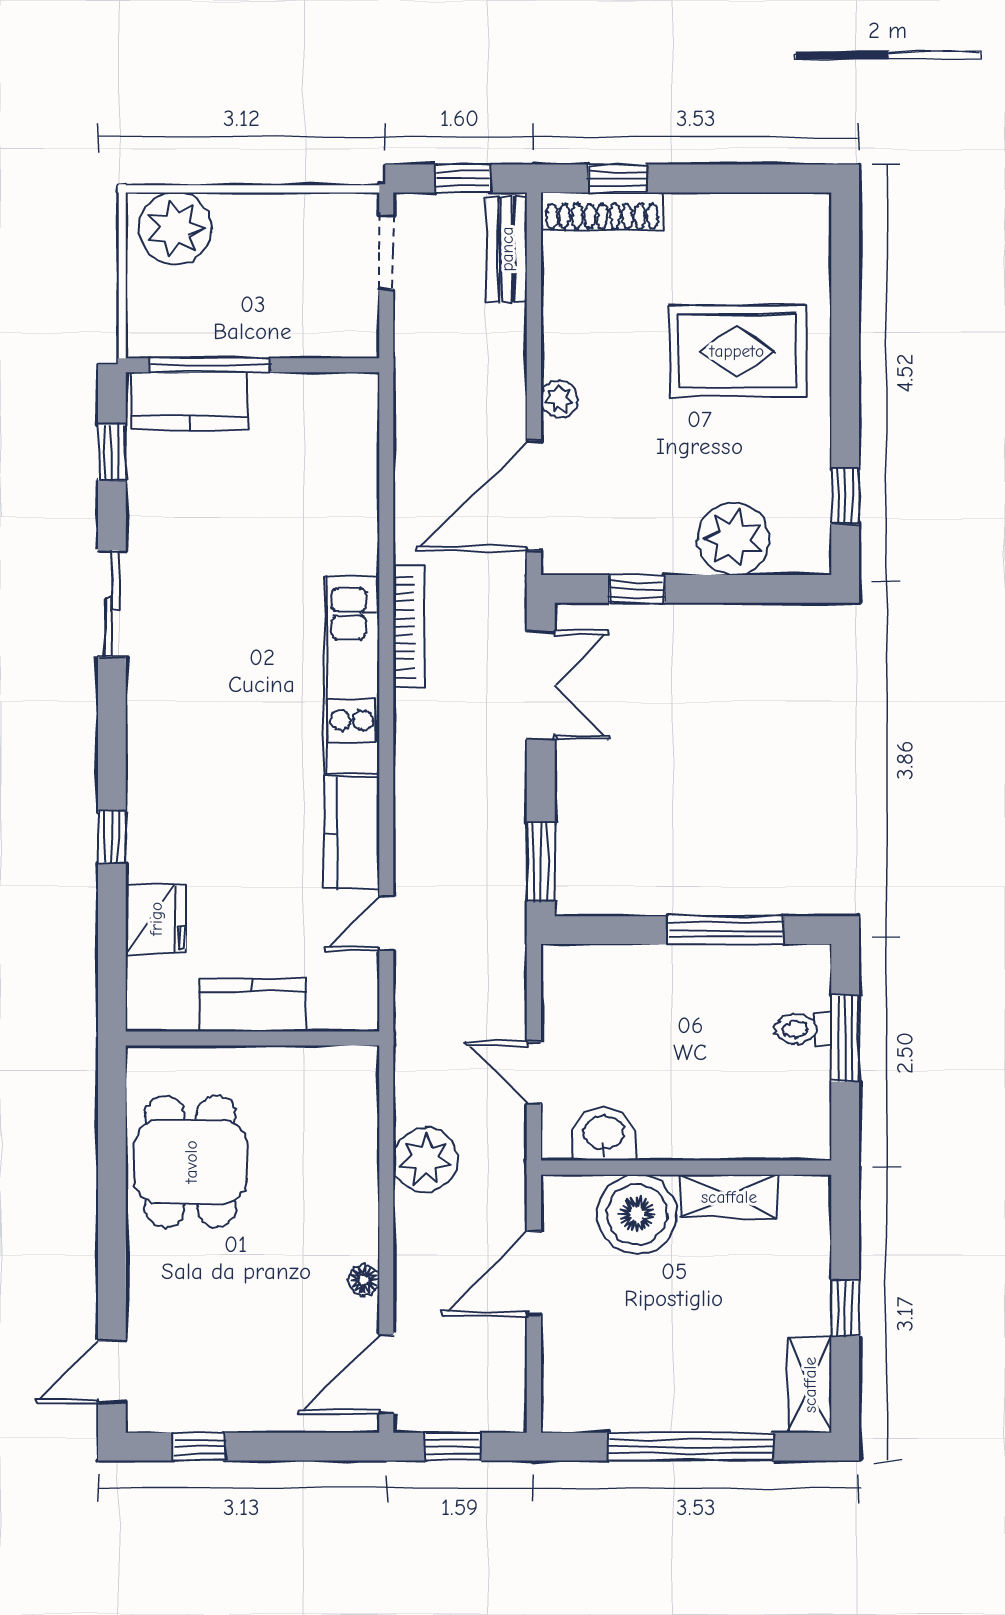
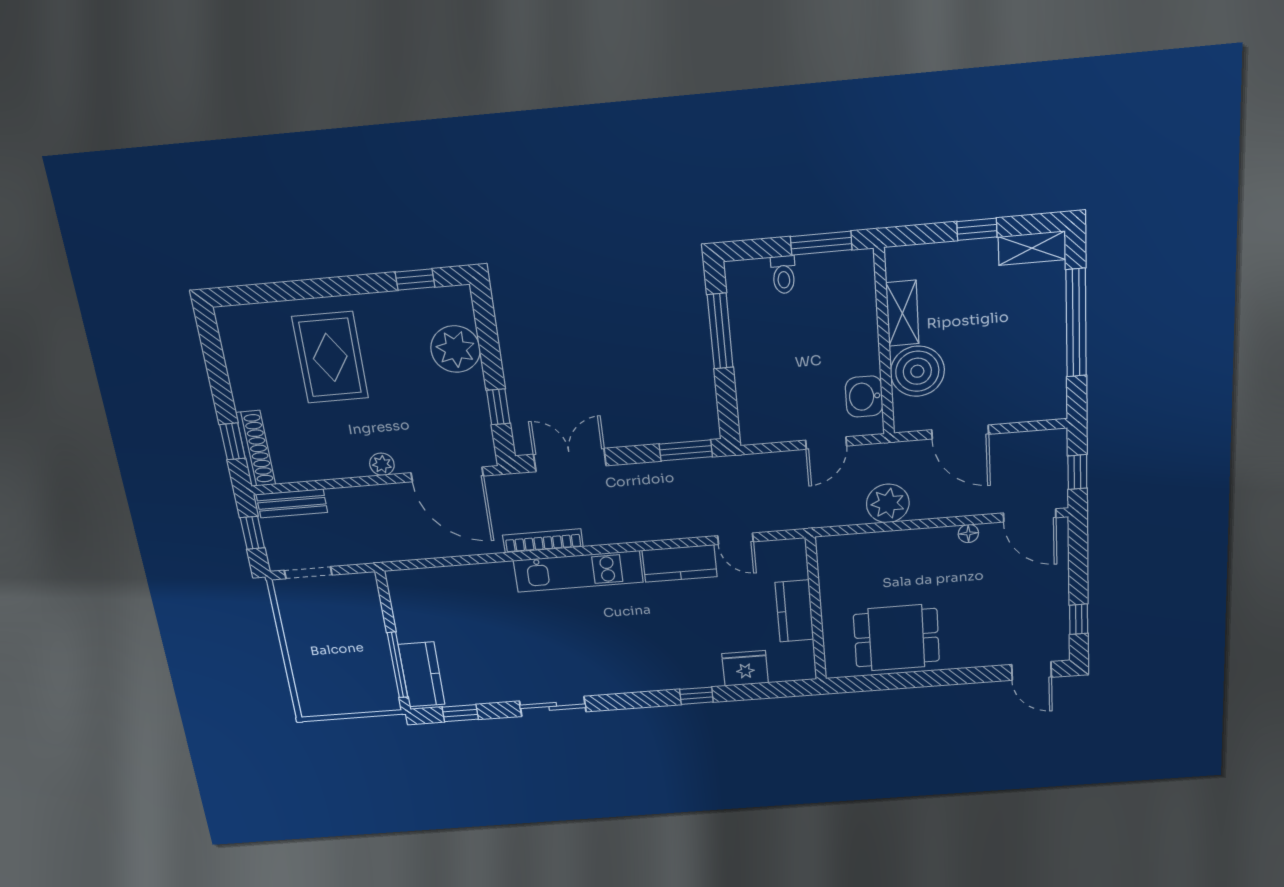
plant: (175, 228) -> (318, 690), removed
window: (845, 1038) -> (821, 243), moved

